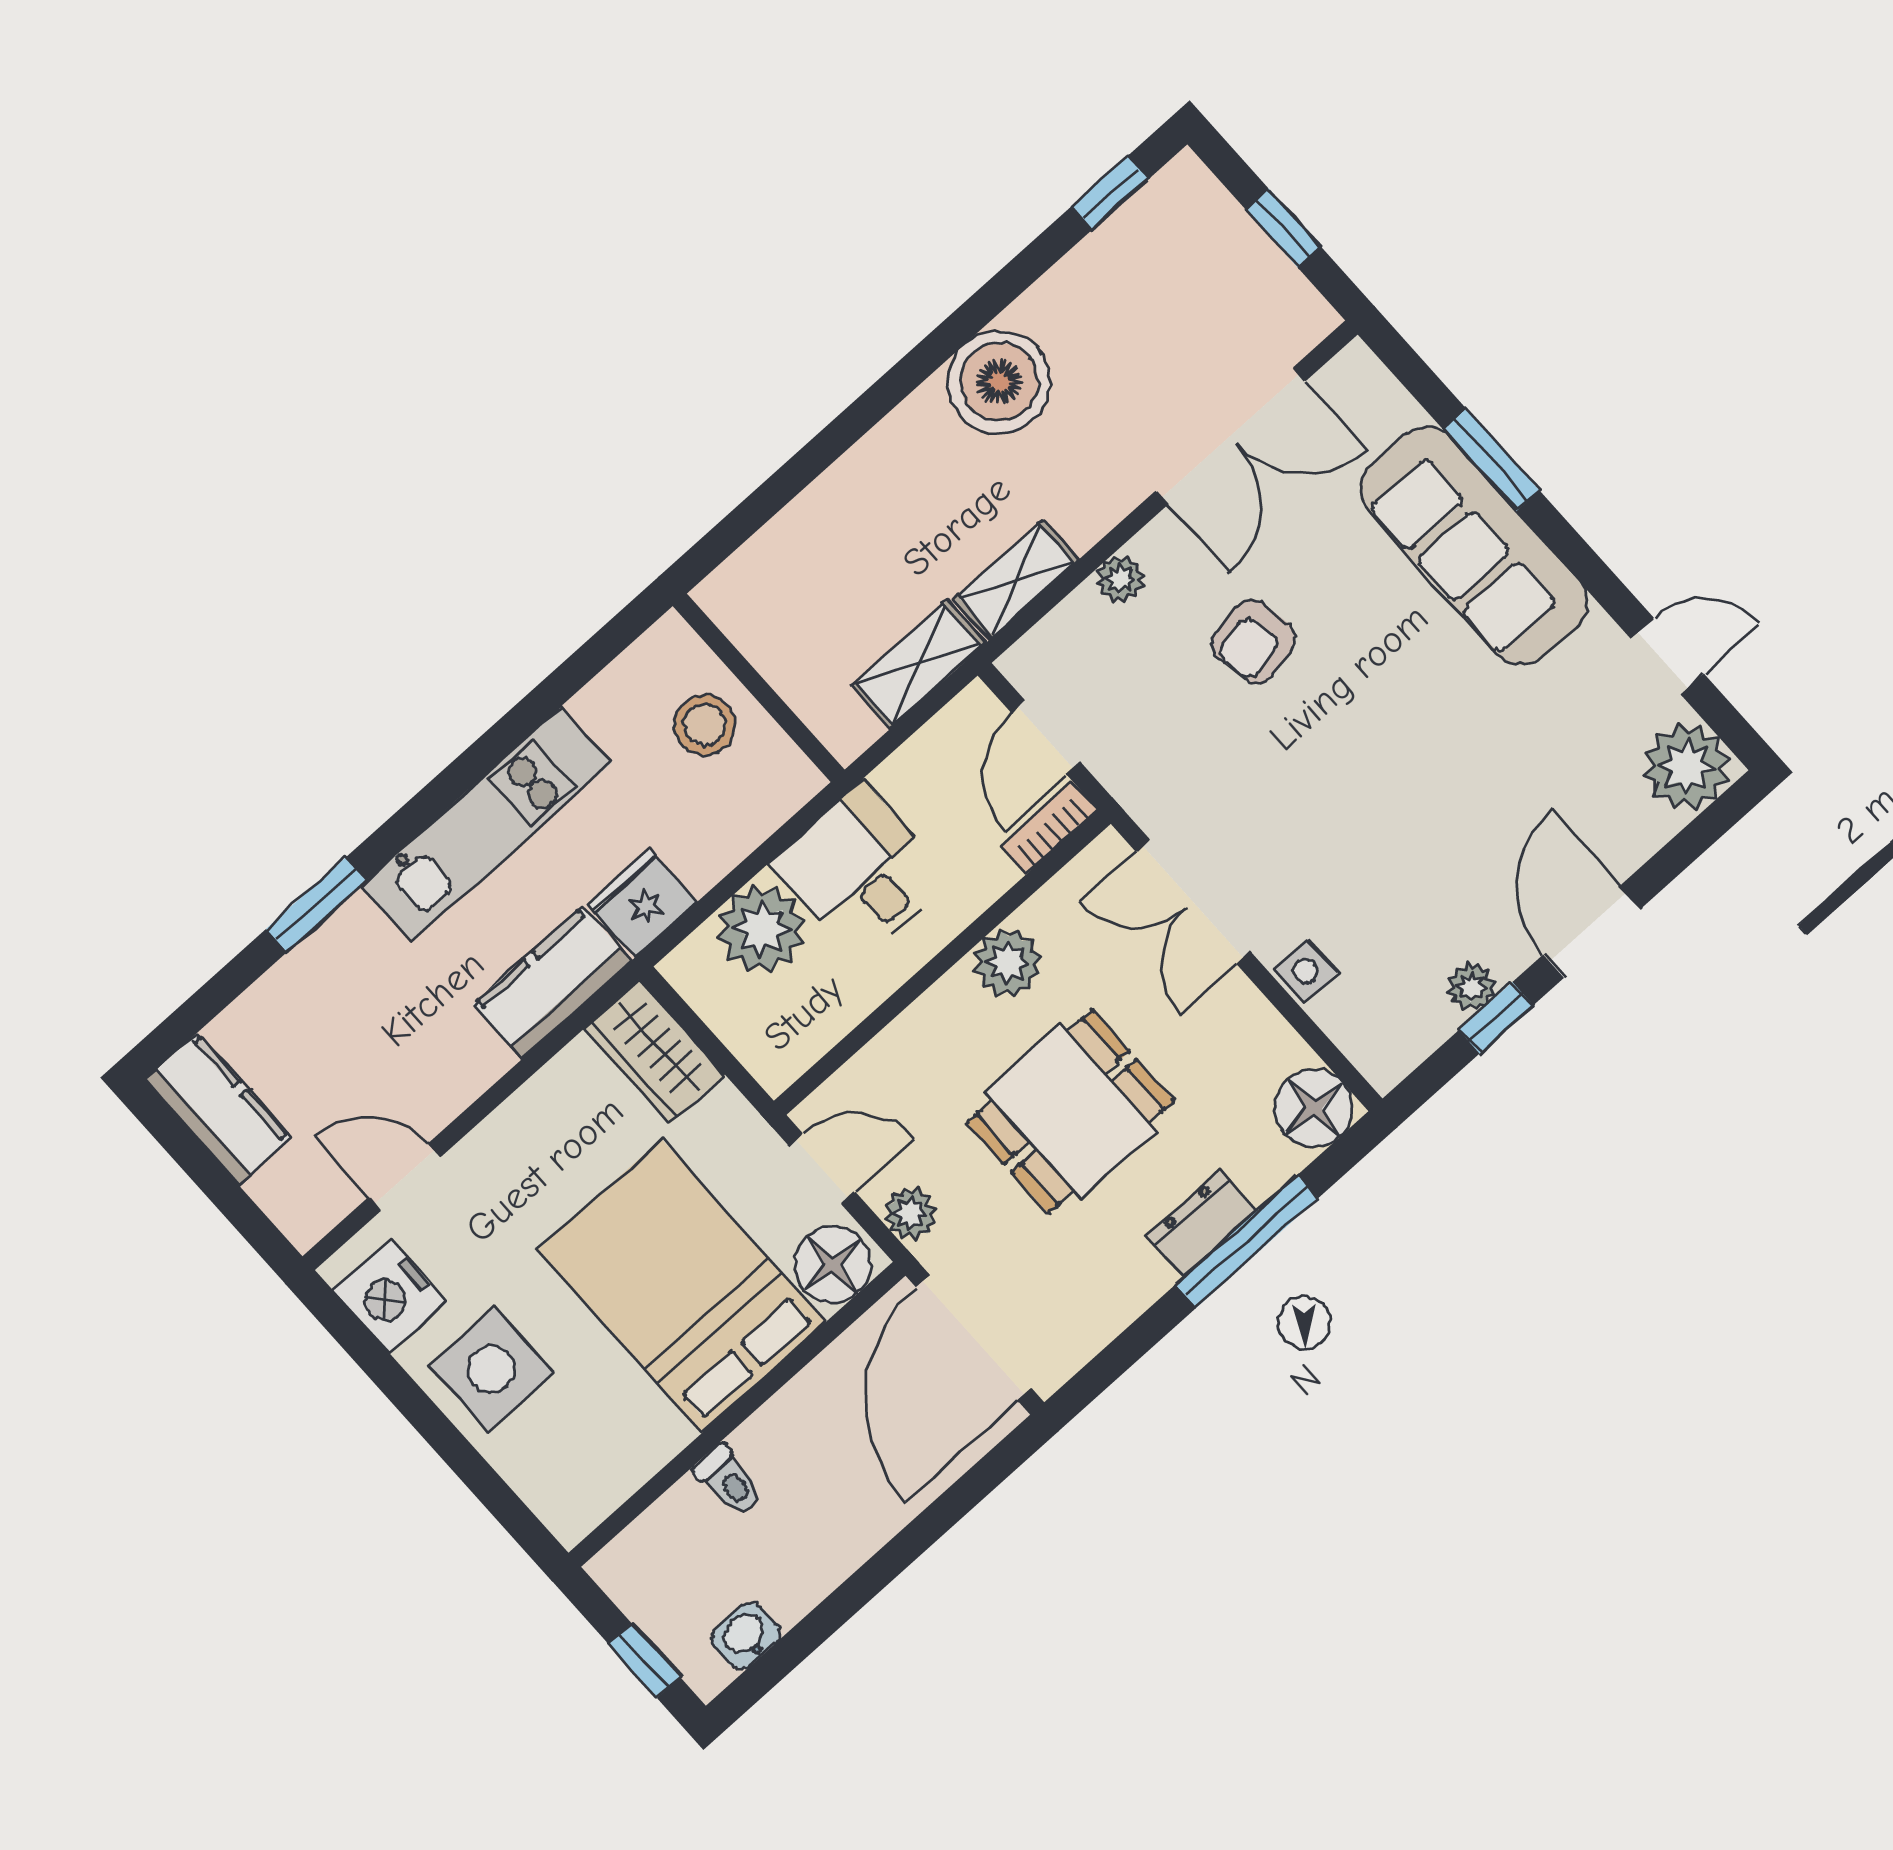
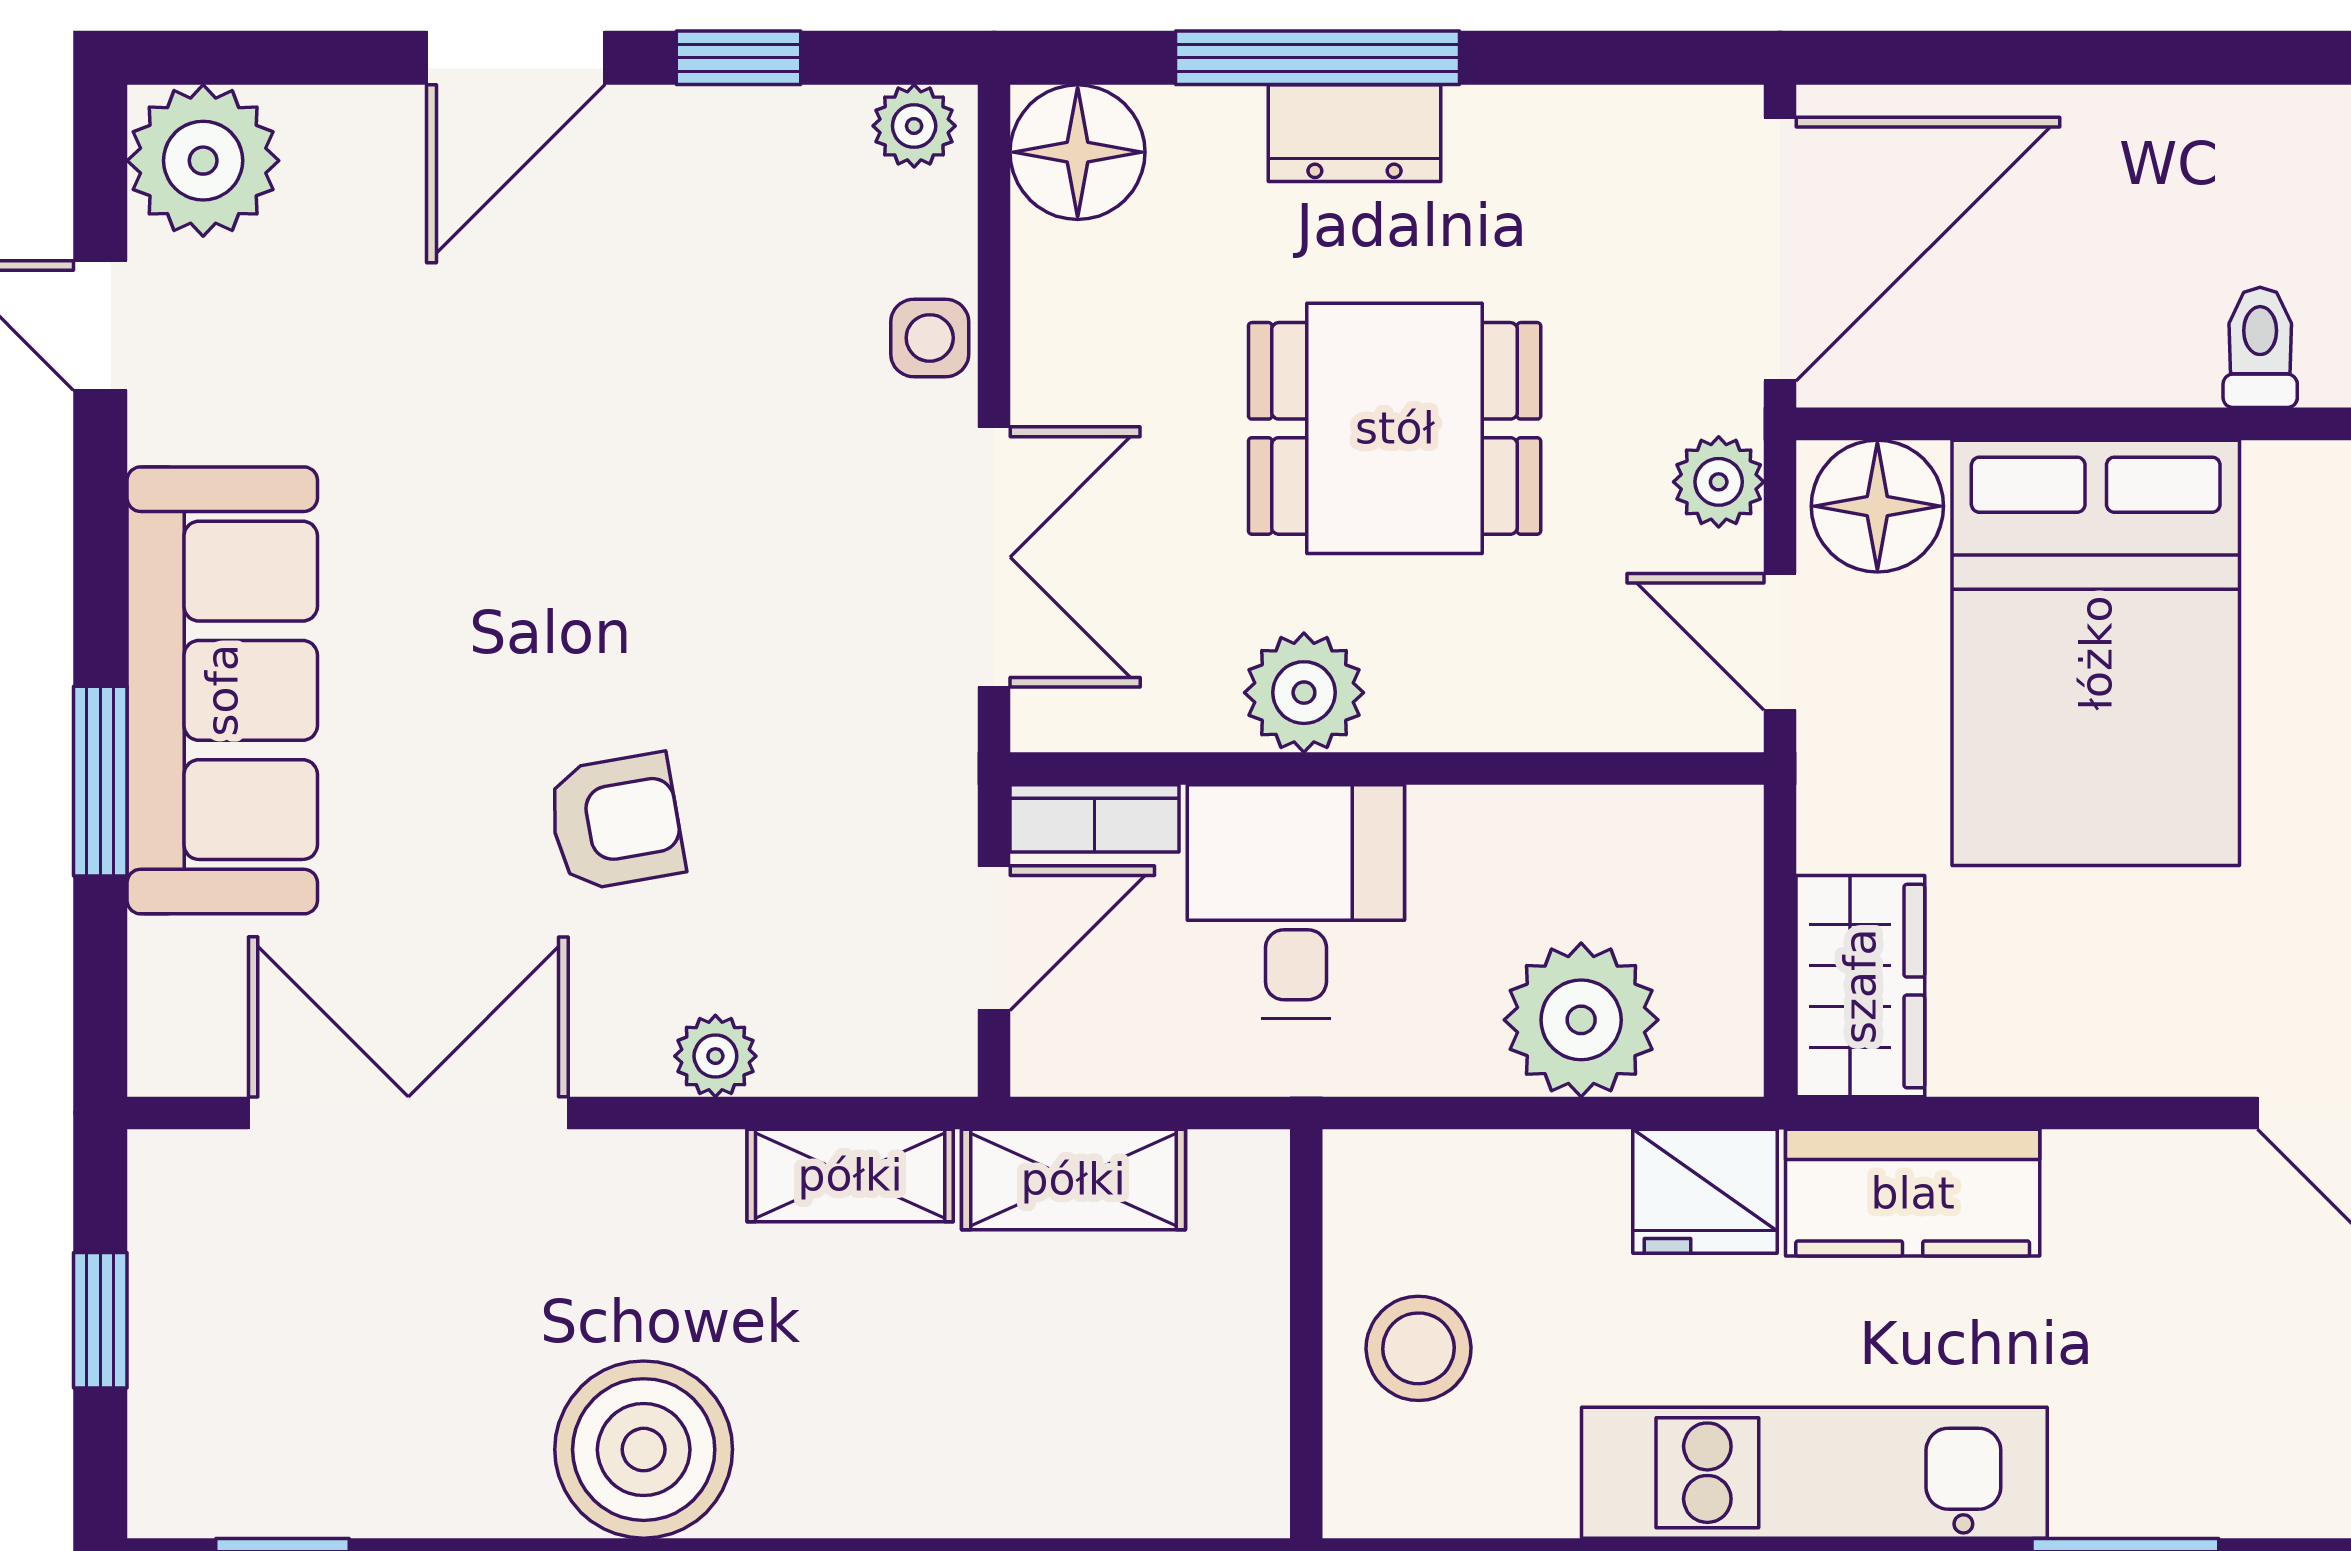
desk: (861, 871) -> (1296, 902), moved, turned 180
plant: (1471, 987) -> (914, 126), moved

